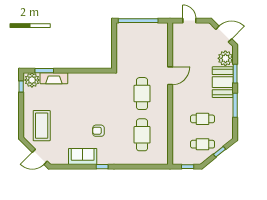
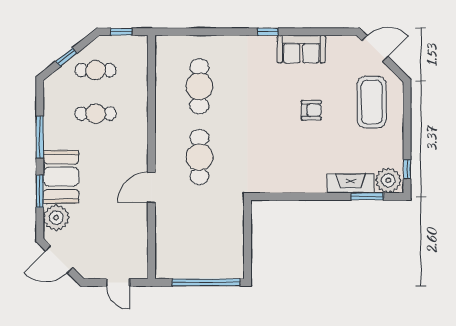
armchair: (98, 131) -> (311, 110), moved

